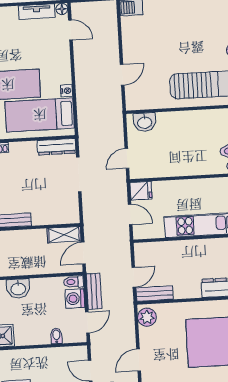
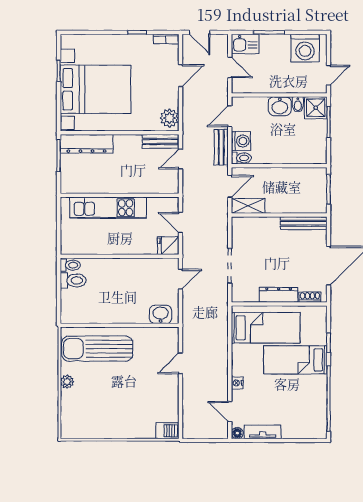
nightstand: (67, 91) -> (237, 383), moved
dresser: (56, 147) -> (279, 295), moved
washbasin: (18, 288) -> (280, 106), moved, turned 180
bidet: (56, 336) -> (298, 104), moved

